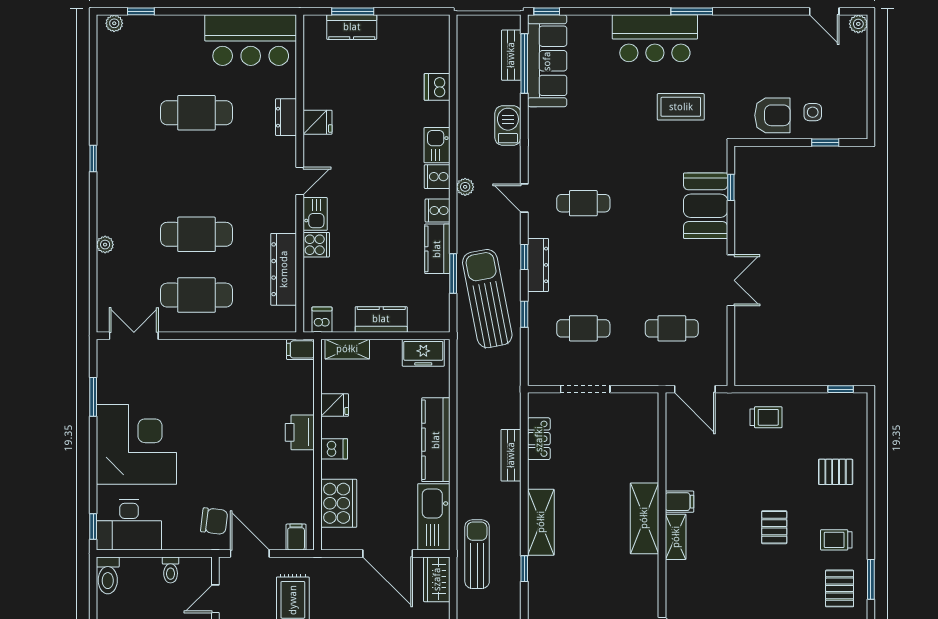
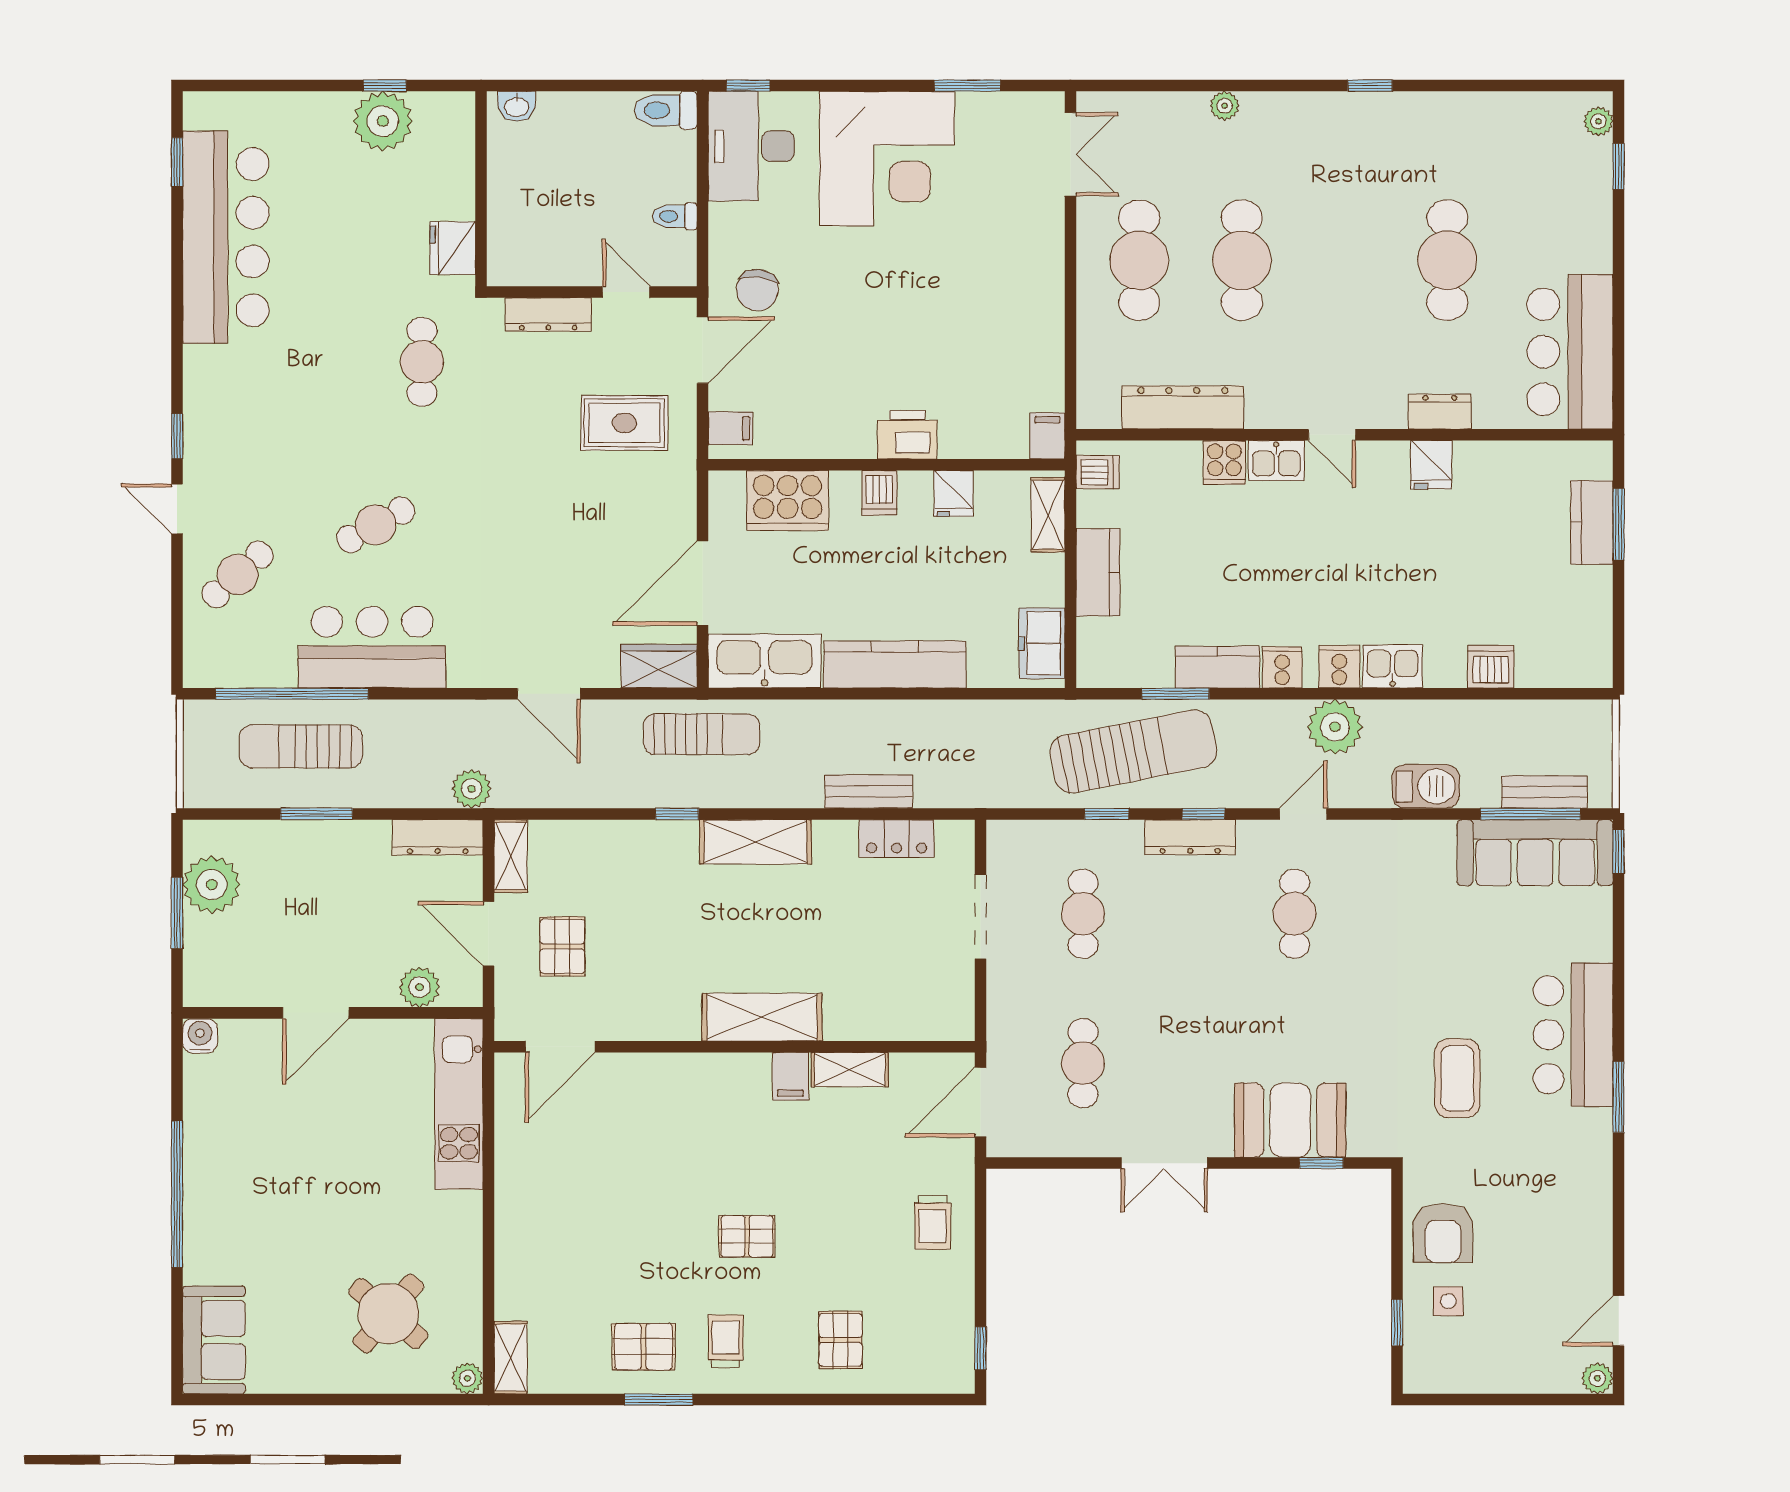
plant: (465, 187) -> (1335, 727), width x1.88, depth x1.88
shelving: (676, 537) -> (850, 1070), moved

